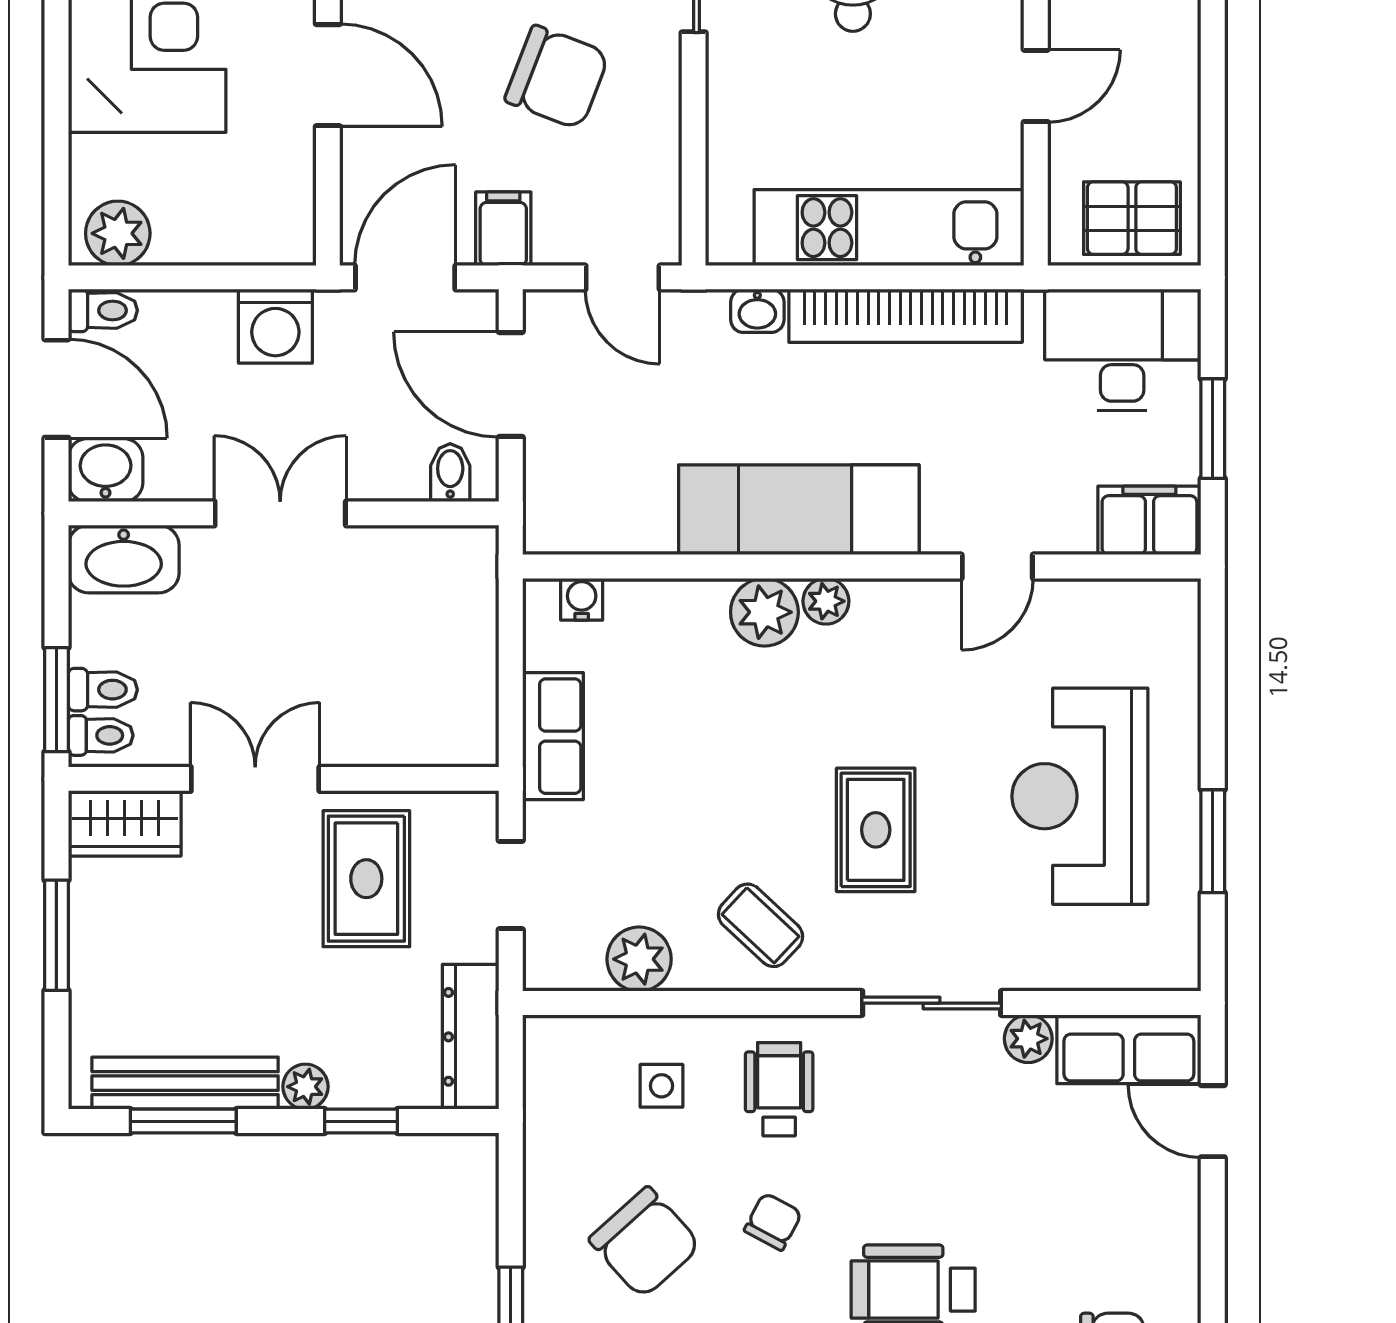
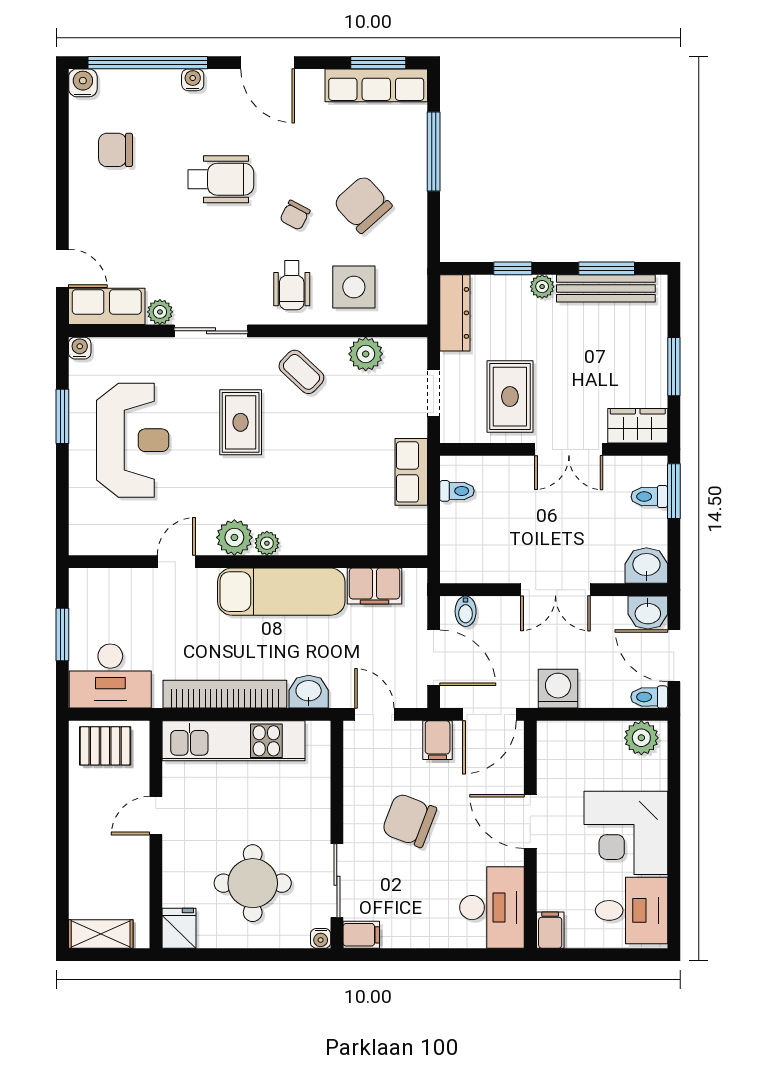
washbasin: (757, 311) -> (309, 692), width x1.38, depth x1.45
filing cabinet: (1149, 520) -> (375, 586), moved
washbasin: (124, 559) -> (646, 566), width x0.72
water cooler: (582, 599) -> (80, 348), moved, turned 180
plant: (764, 612) -> (234, 537), moved
toilet: (101, 735) -> (457, 491), moved, turned 180
side table: (662, 1086) -> (354, 287), width x1.87, depth x1.87

